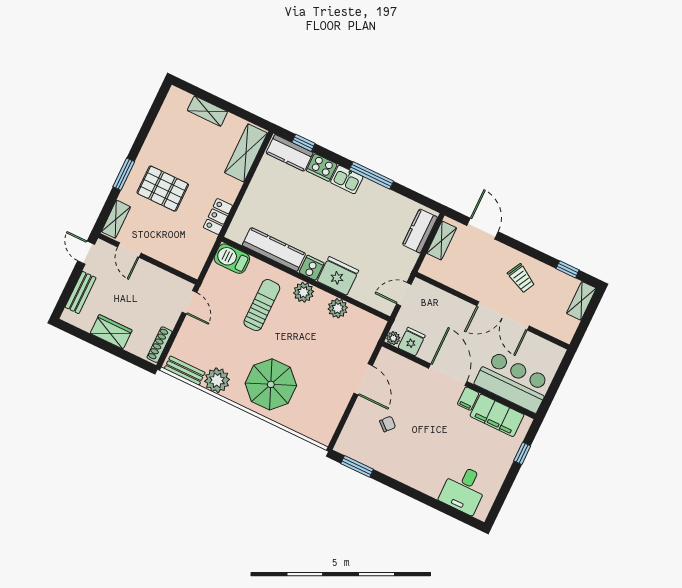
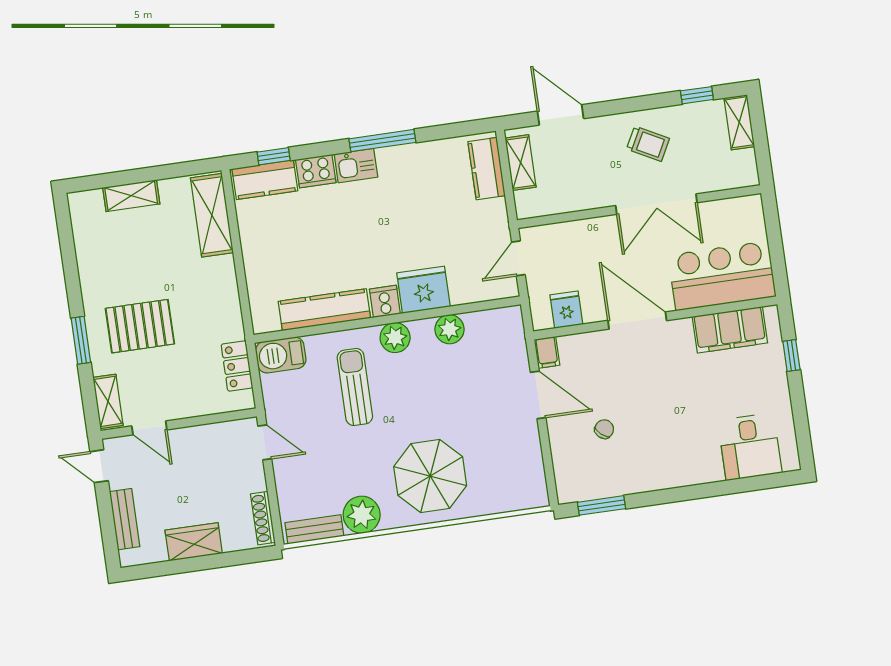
locker: (218, 217) -> (237, 366), moved
plant: (393, 338) -> (541, 320), removed
filing cabinet: (468, 399) -> (547, 352), moved

